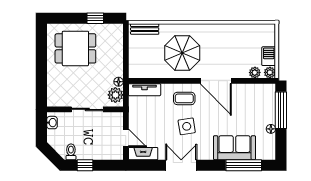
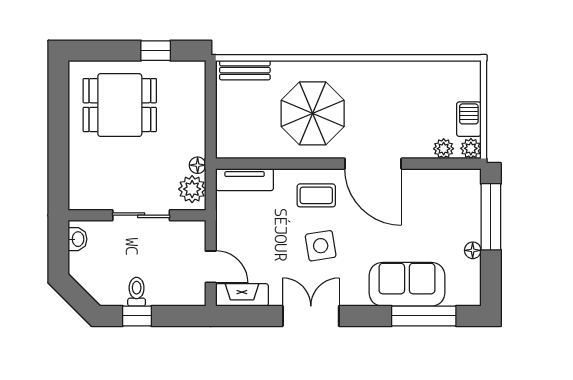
toilet: (71, 152) -> (137, 292), moved

